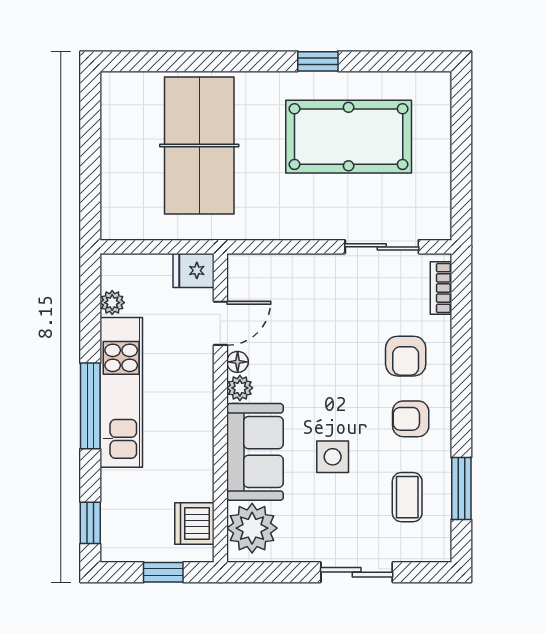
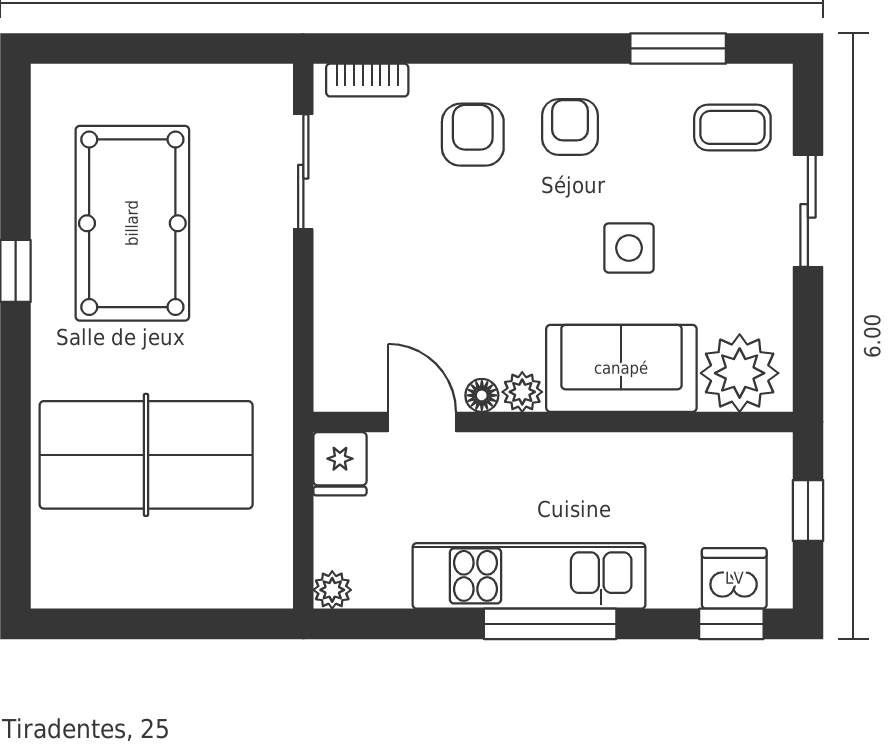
plant: (112, 303) -> (332, 590), moved
armchair: (406, 356) -> (473, 135), turned -90
armchair: (411, 419) -> (570, 127), turned 180
coffee table: (407, 497) -> (732, 127), moved
dishwasher: (194, 524) -> (734, 578), moved, turned 180

